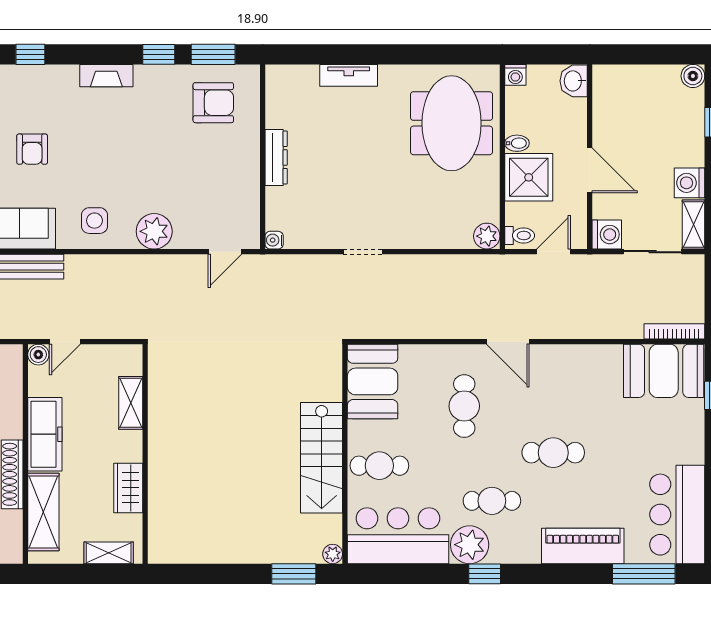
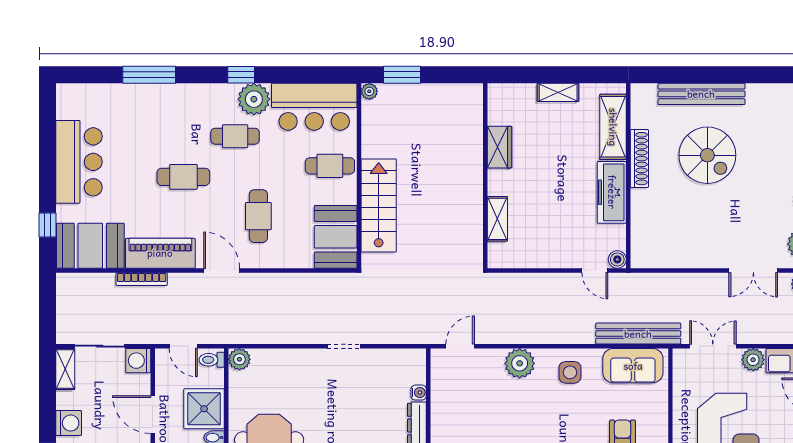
washing machine: (690, 183) -> (69, 423), moved
water cooler: (274, 240) -> (419, 393), moved
door: (553, 252) -> (183, 346), hinge flipped
bookcase: (674, 331) -> (142, 279), moved
door: (65, 342) -> (595, 270), swing flipped
shelving: (131, 403) -> (497, 219), moved
wall: (145, 454) -> (485, 176), moved
stairs: (322, 458) -> (379, 205), moved
wardrobe: (128, 488) -> (499, 147), moved
bar counter: (677, 515) -> (79, 162), moved
piano: (583, 546) -> (160, 253), moved, turned 180
window: (644, 574) -> (149, 75), moved

